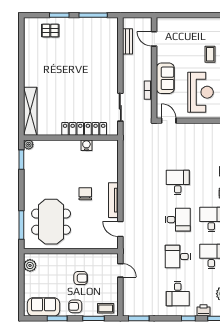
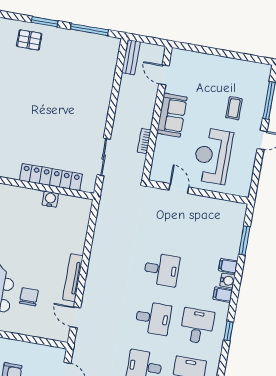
bench: (127, 41) -> (131, 57), moved
sofa: (165, 78) -> (172, 115), moved
reception desk: (201, 92) -> (213, 156), turned 180
door: (169, 121) -> (179, 189), moved
desk: (178, 183) -> (162, 270), turned 90
chair: (85, 194) -> (29, 297), moved

